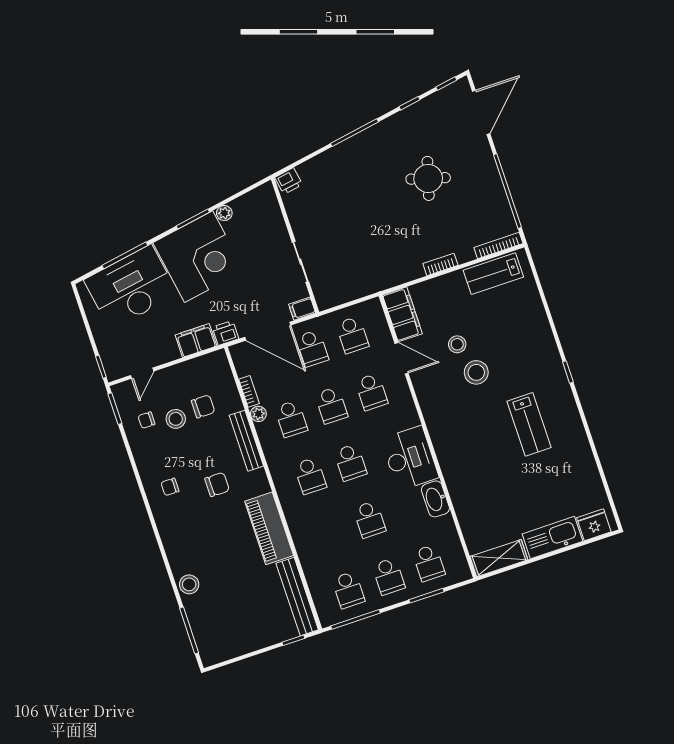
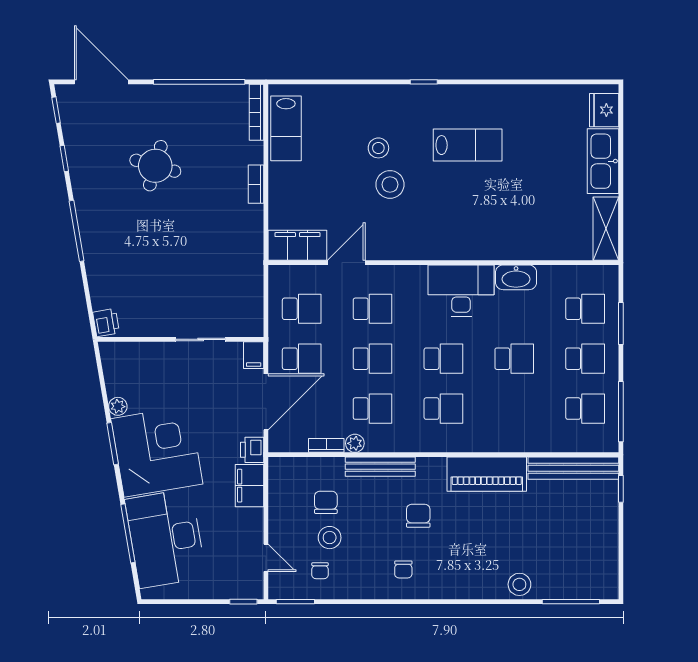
stool: (457, 344) -> (378, 148), moved

